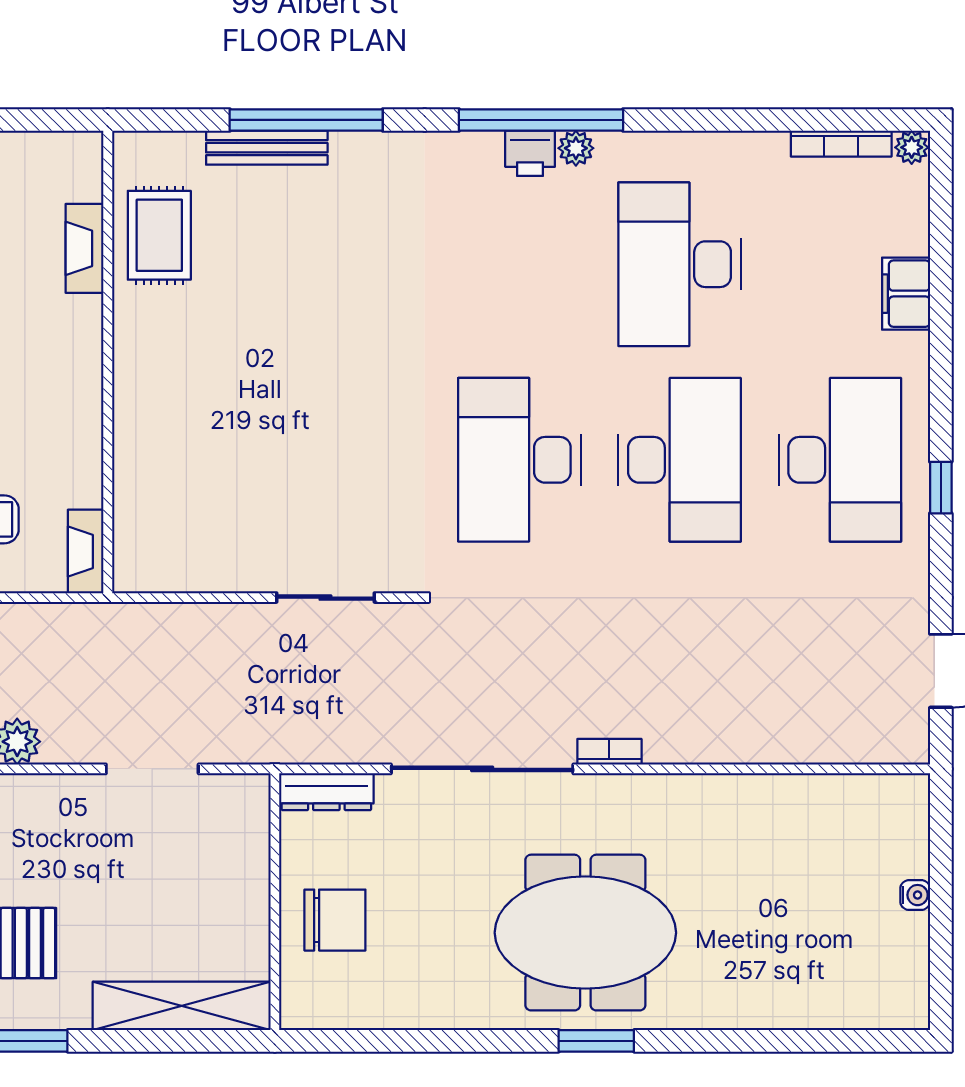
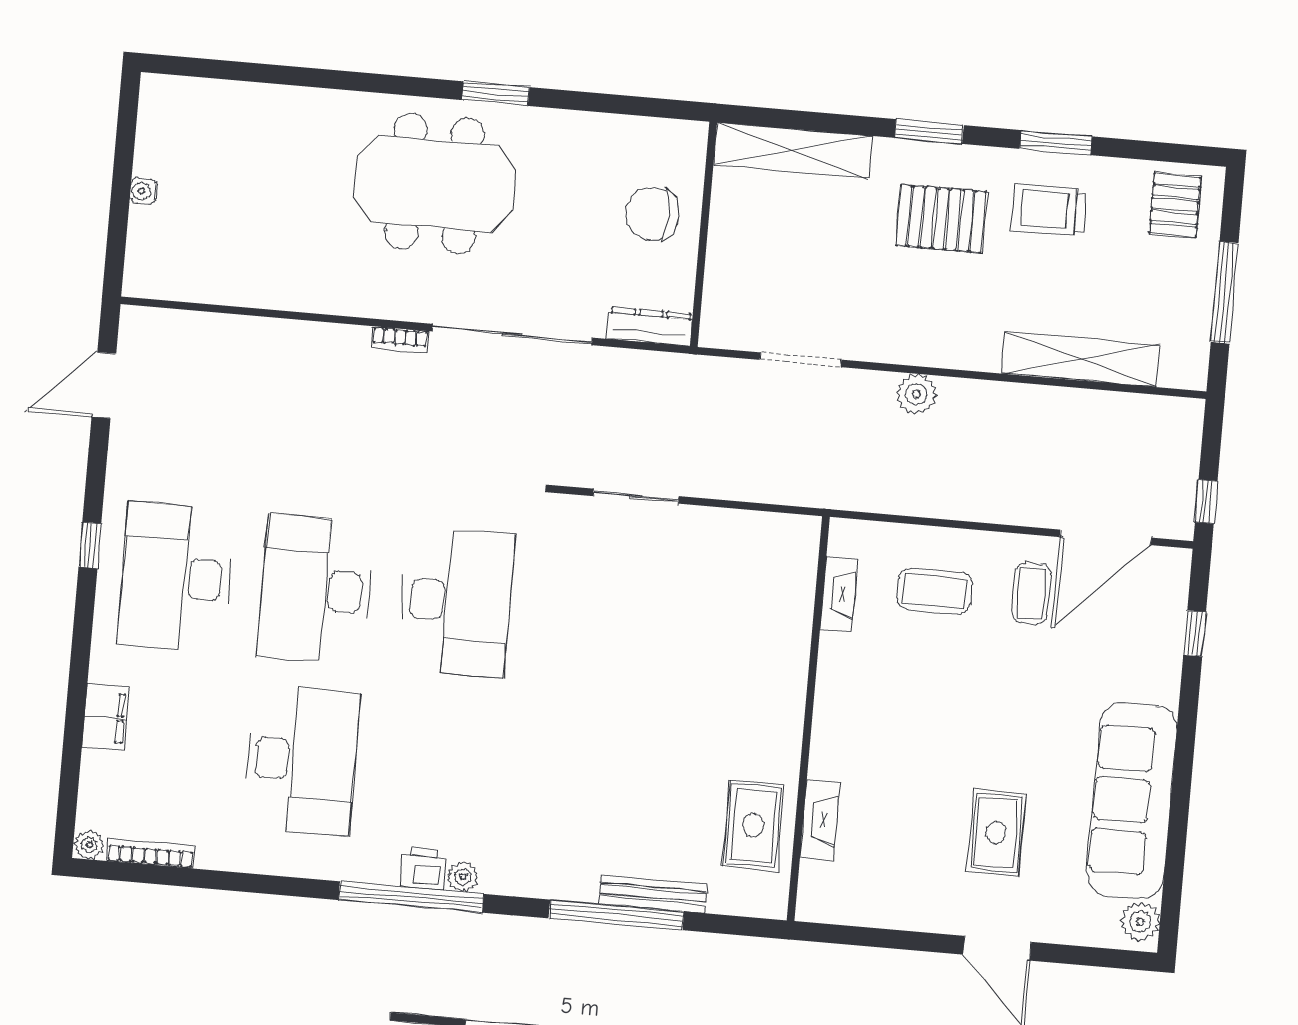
plant: (576, 148) -> (463, 877), moved
fireplace: (86, 551) -> (839, 594), moved
window: (596, 1041) -> (496, 94), moved

